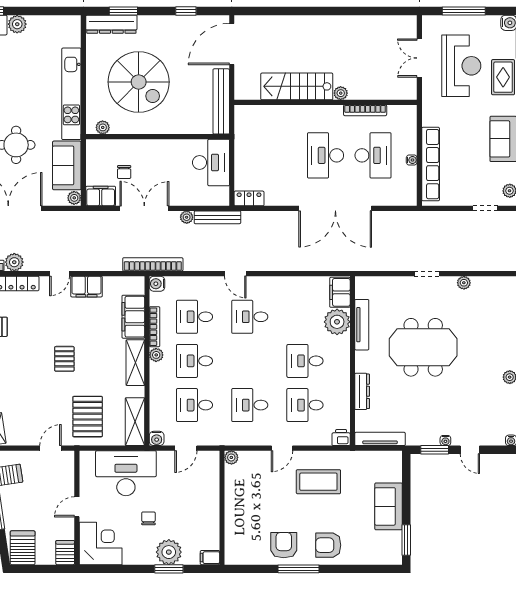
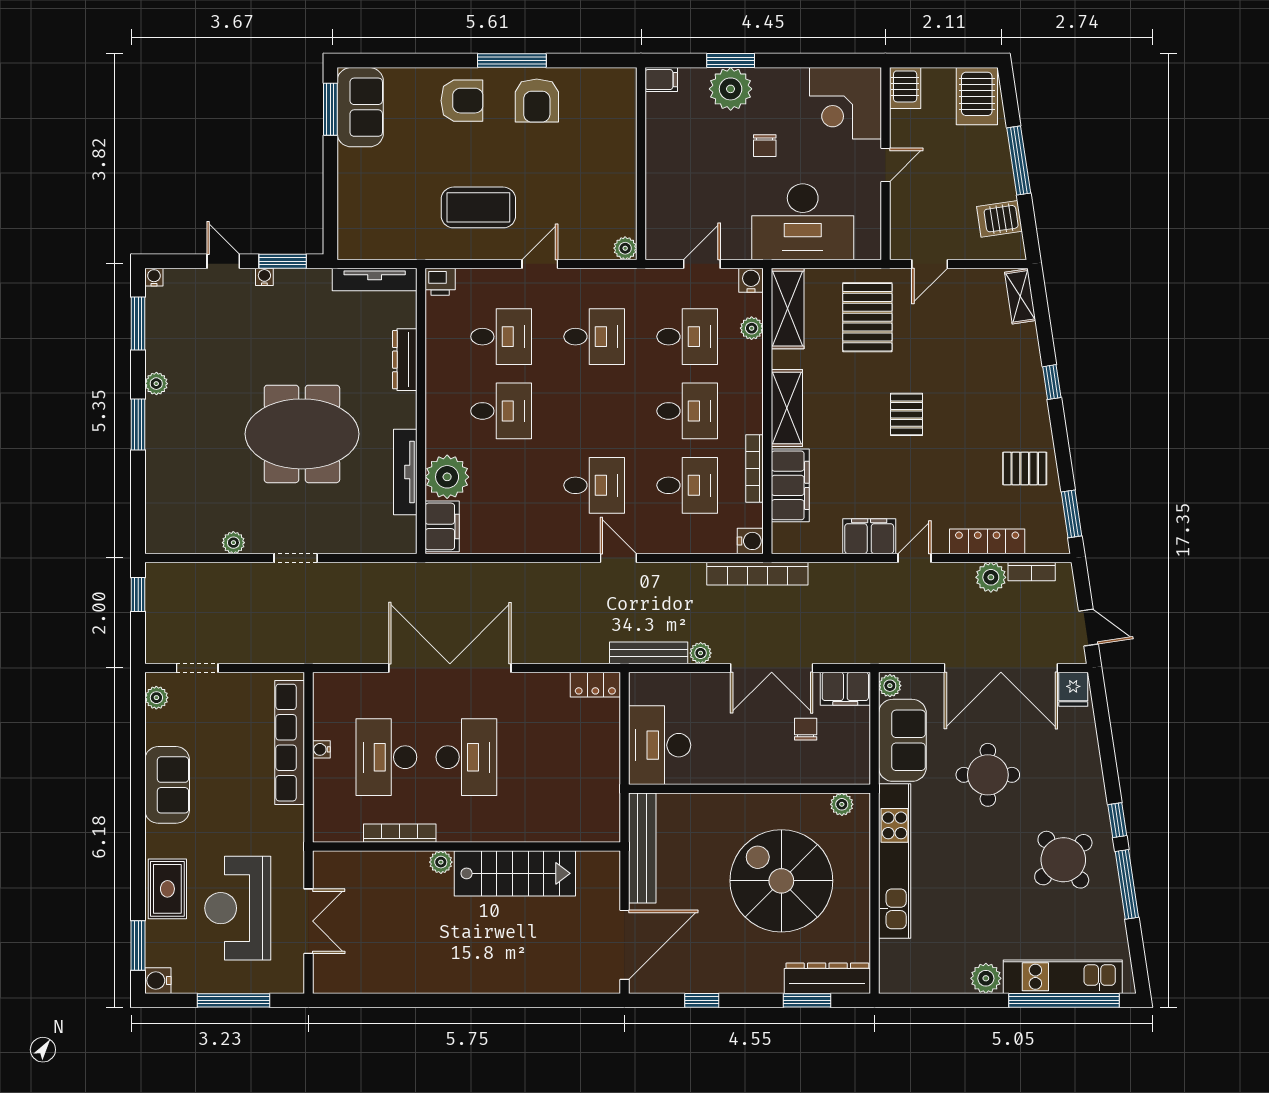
plant: (156, 355) -> (752, 328), moved
sofa: (389, 506) -> (360, 107), moved

